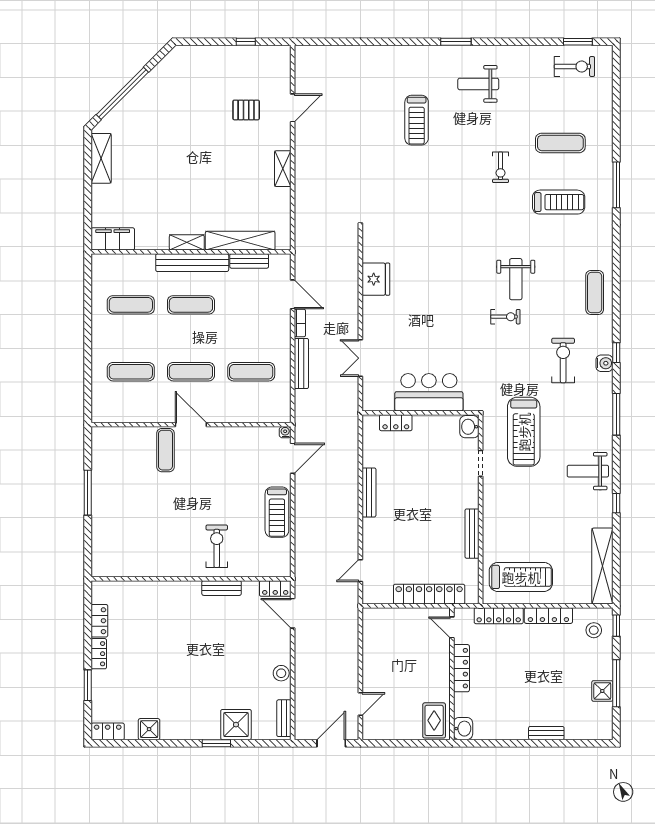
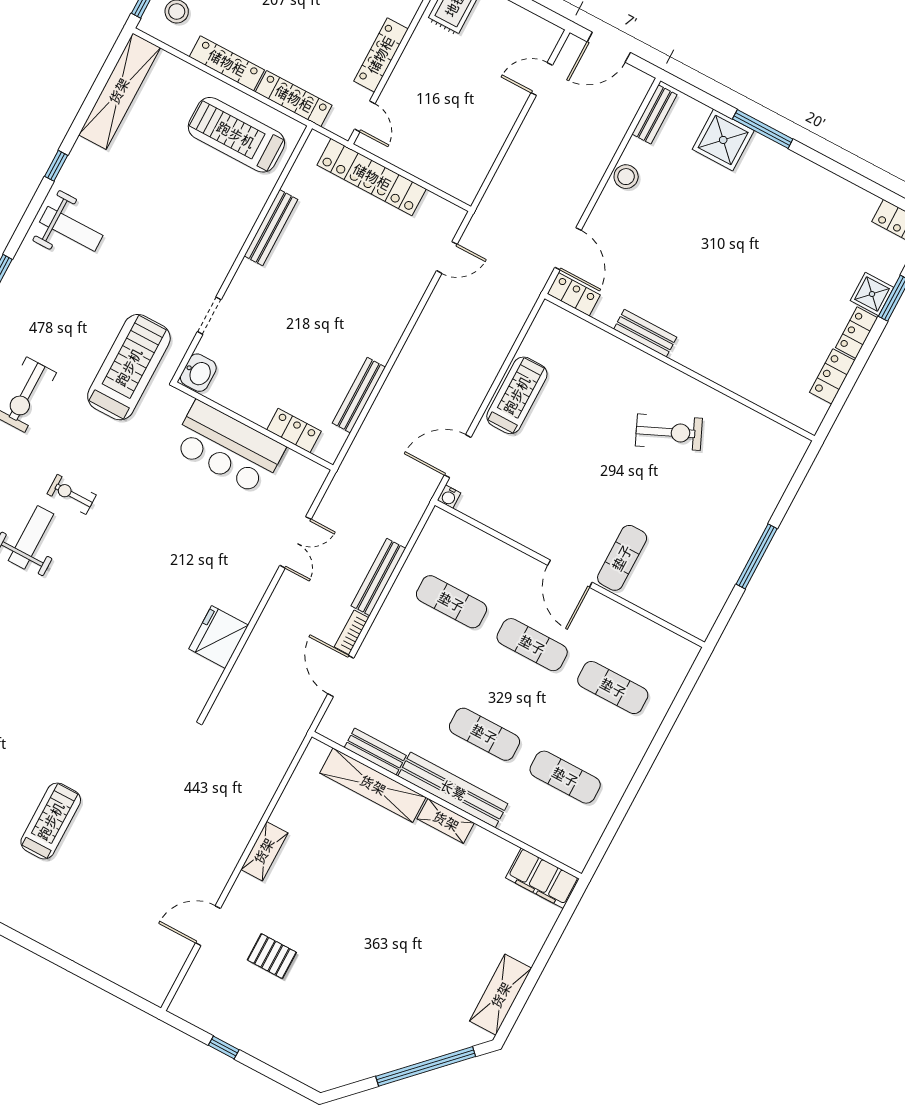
treadmill: (524, 432) -> (129, 367), moved
bench: (369, 492) -> (359, 395), moved
exercise bike: (217, 546) -> (669, 432), moved, turned -114
shower: (149, 729) -> (872, 294), moved
window: (216, 743) -> (763, 129), width x1.44

